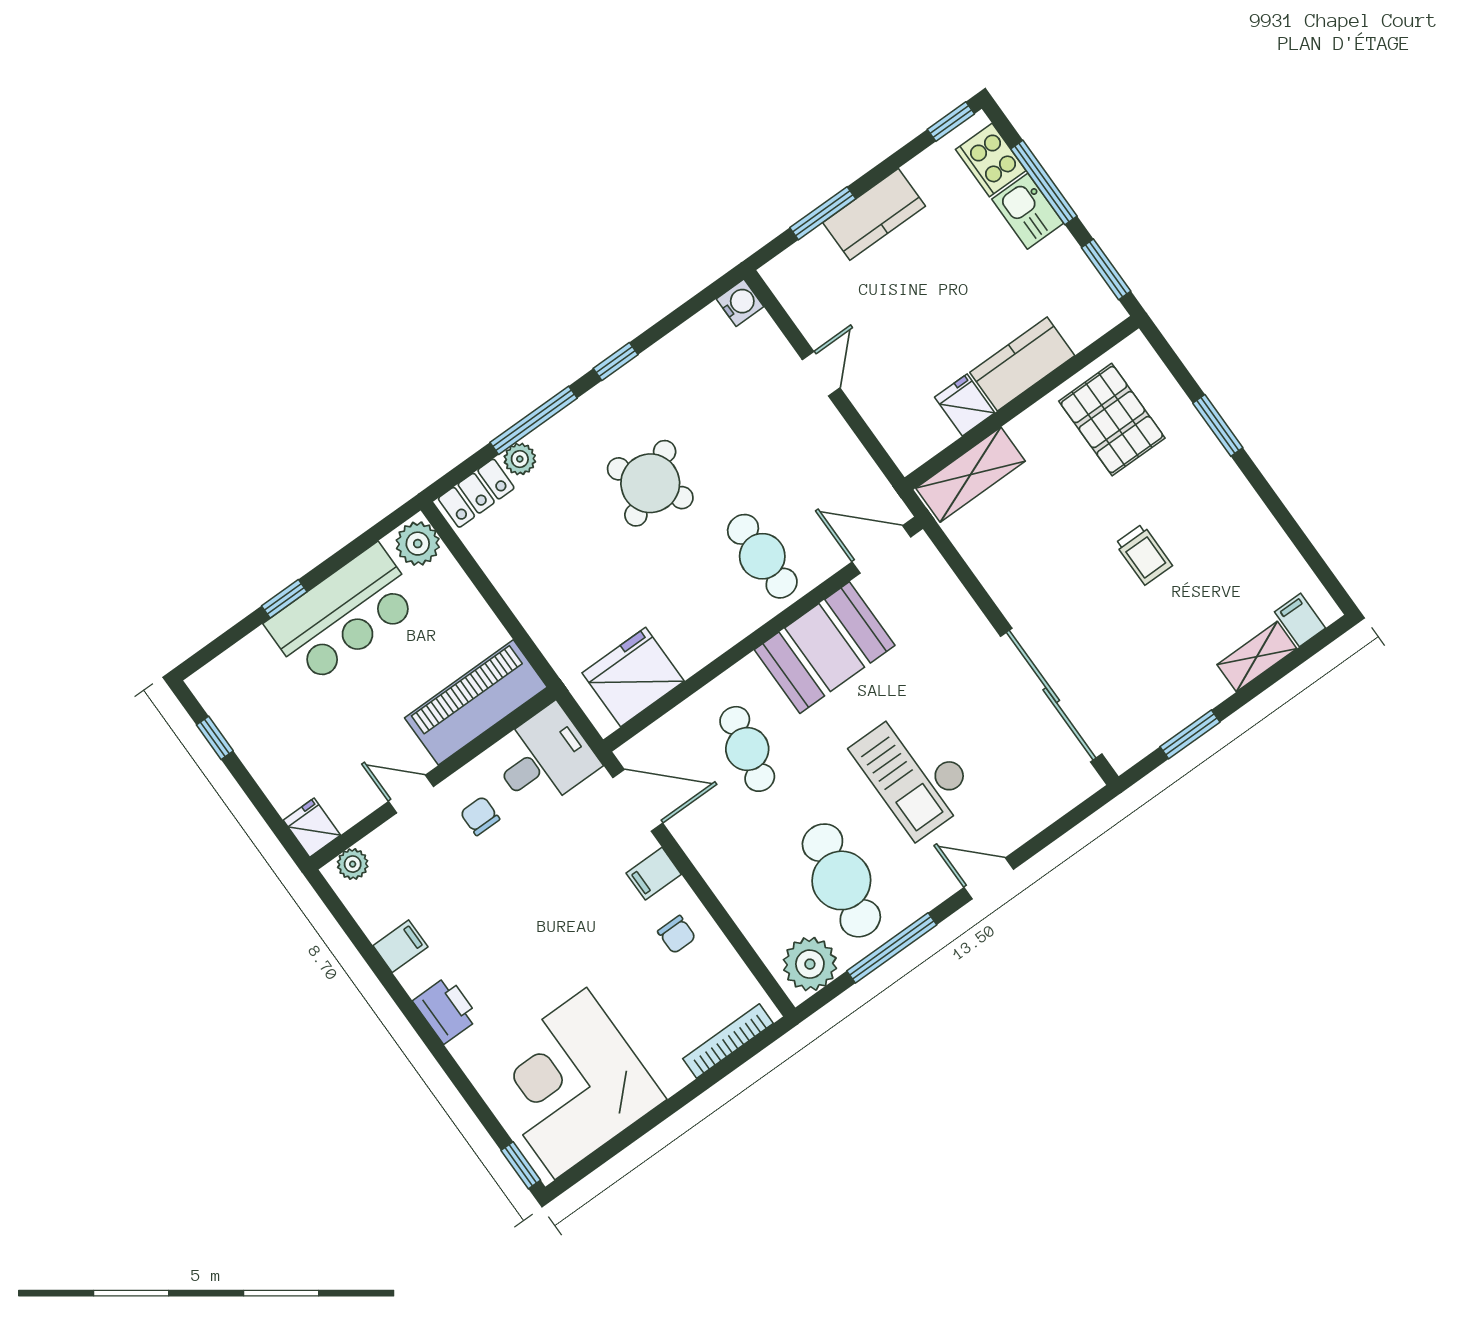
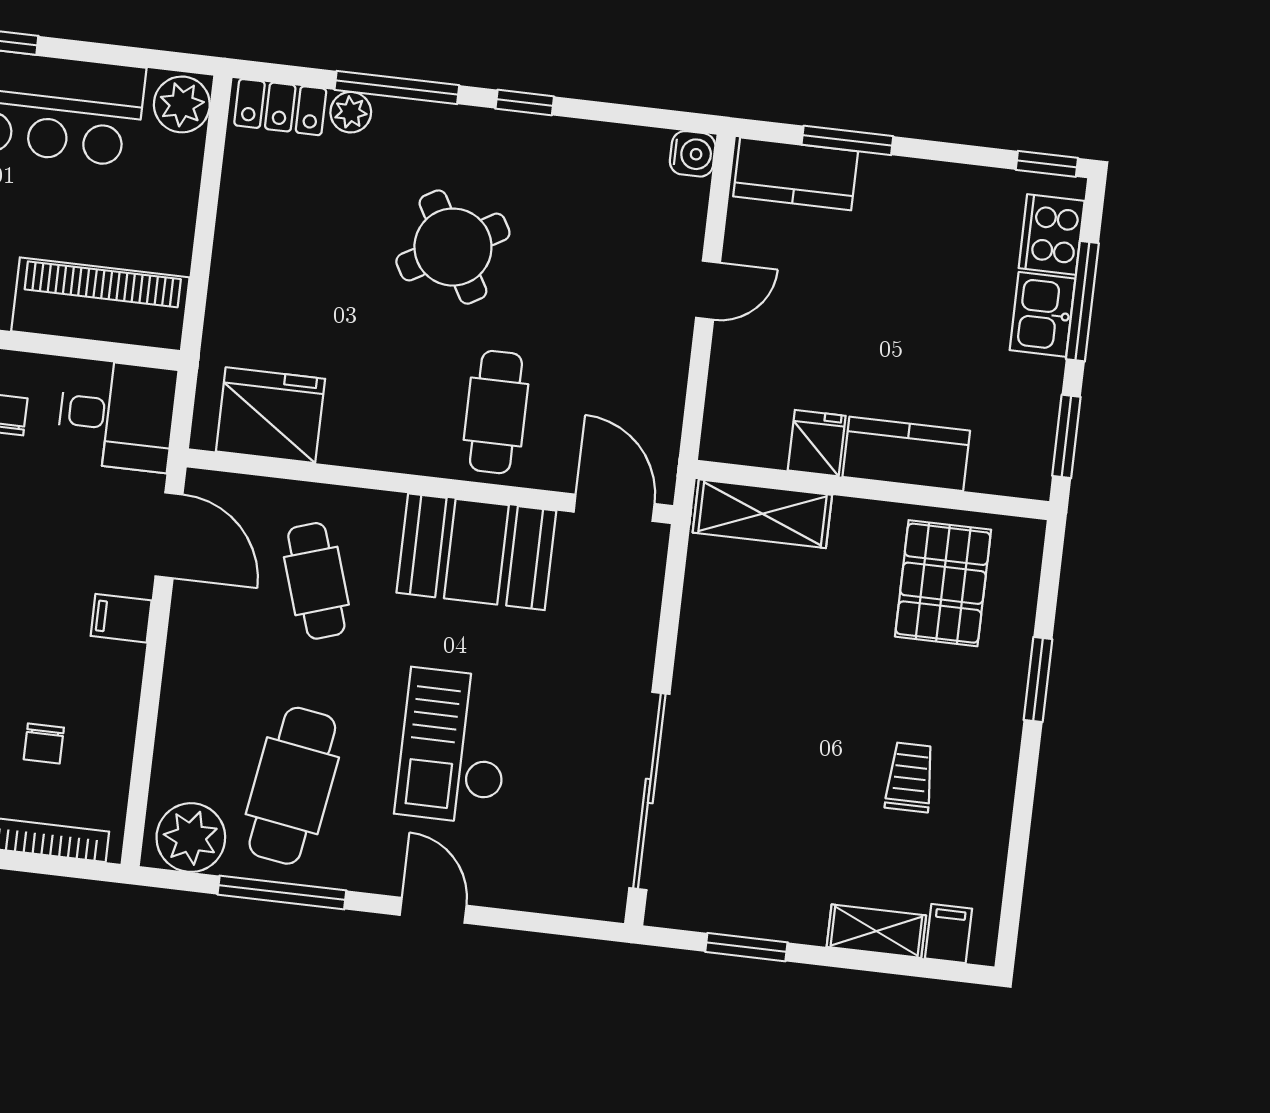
kitchen counter: (874, 214) -> (796, 174), moved
trolley: (1144, 554) -> (910, 777), moved, turned 180
cafe table: (747, 749) -> (316, 581), turned -30
chair: (677, 935) -> (44, 743), moved

